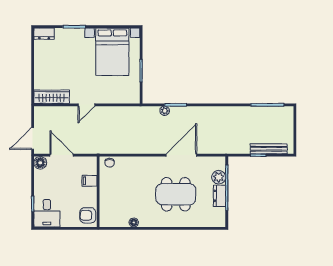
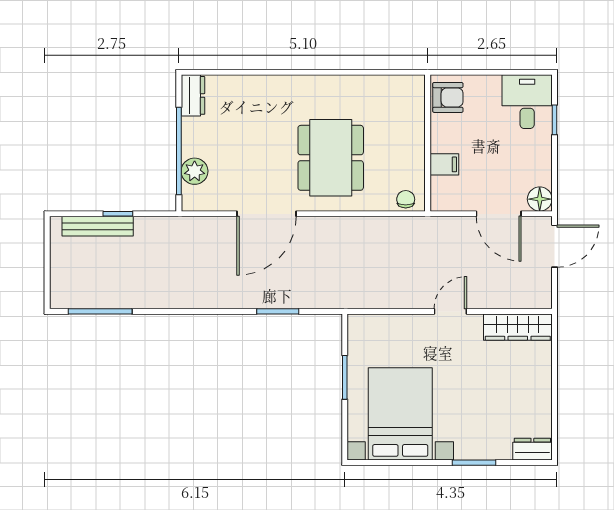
plant: (165, 111) -> (299, 300), removed
dining table: (176, 194) -> (331, 158), moved, turned 90
dresser: (219, 196) -> (193, 95), moved
floor lamp: (134, 222) -> (359, 84), removed

